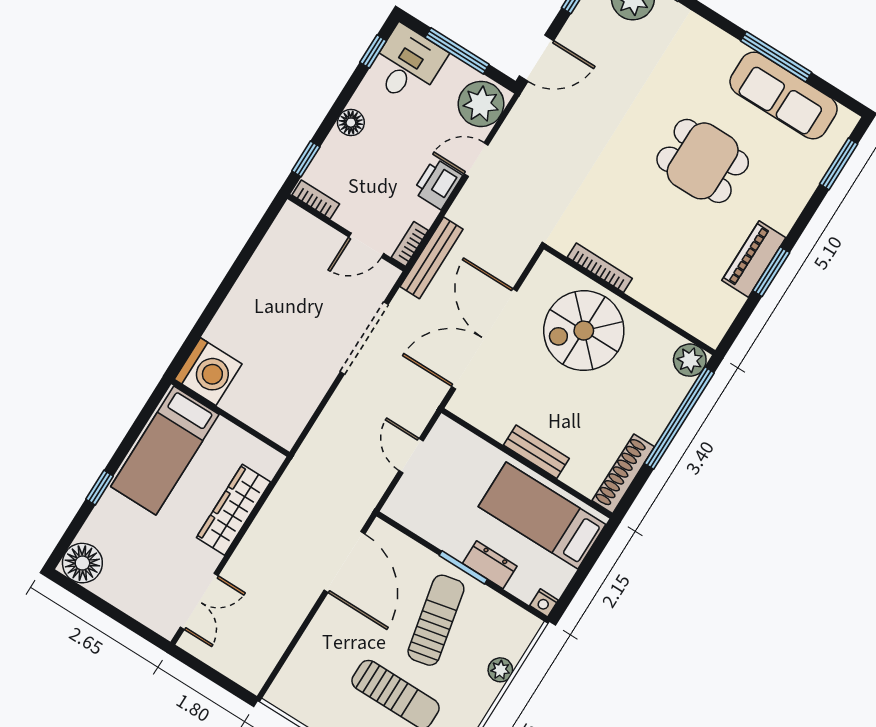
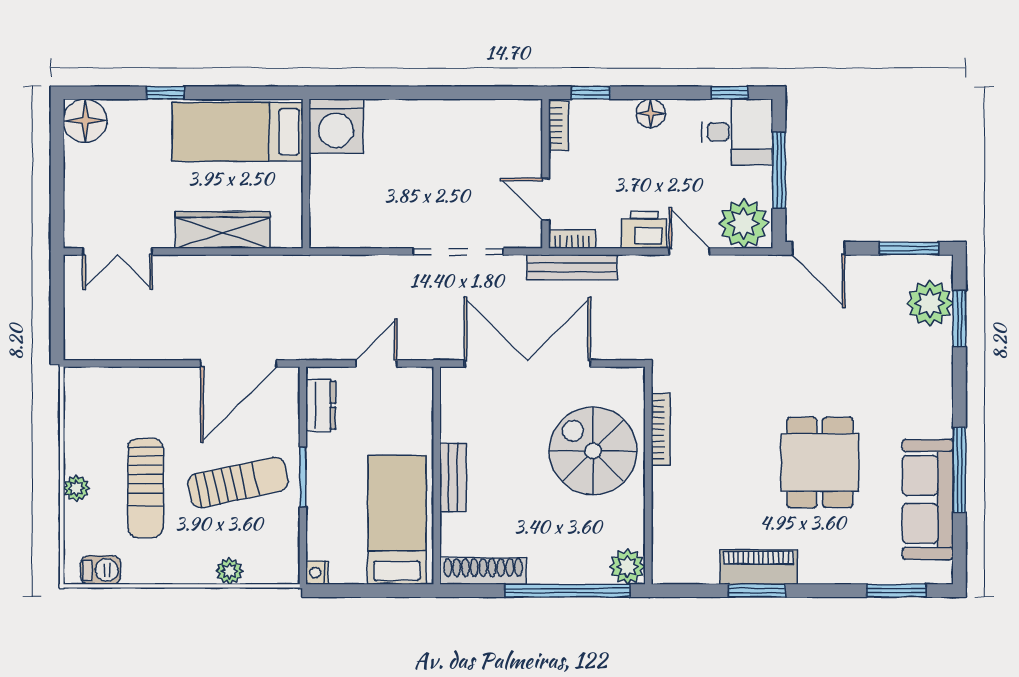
dresser: (490, 565) -> (321, 405), moved

